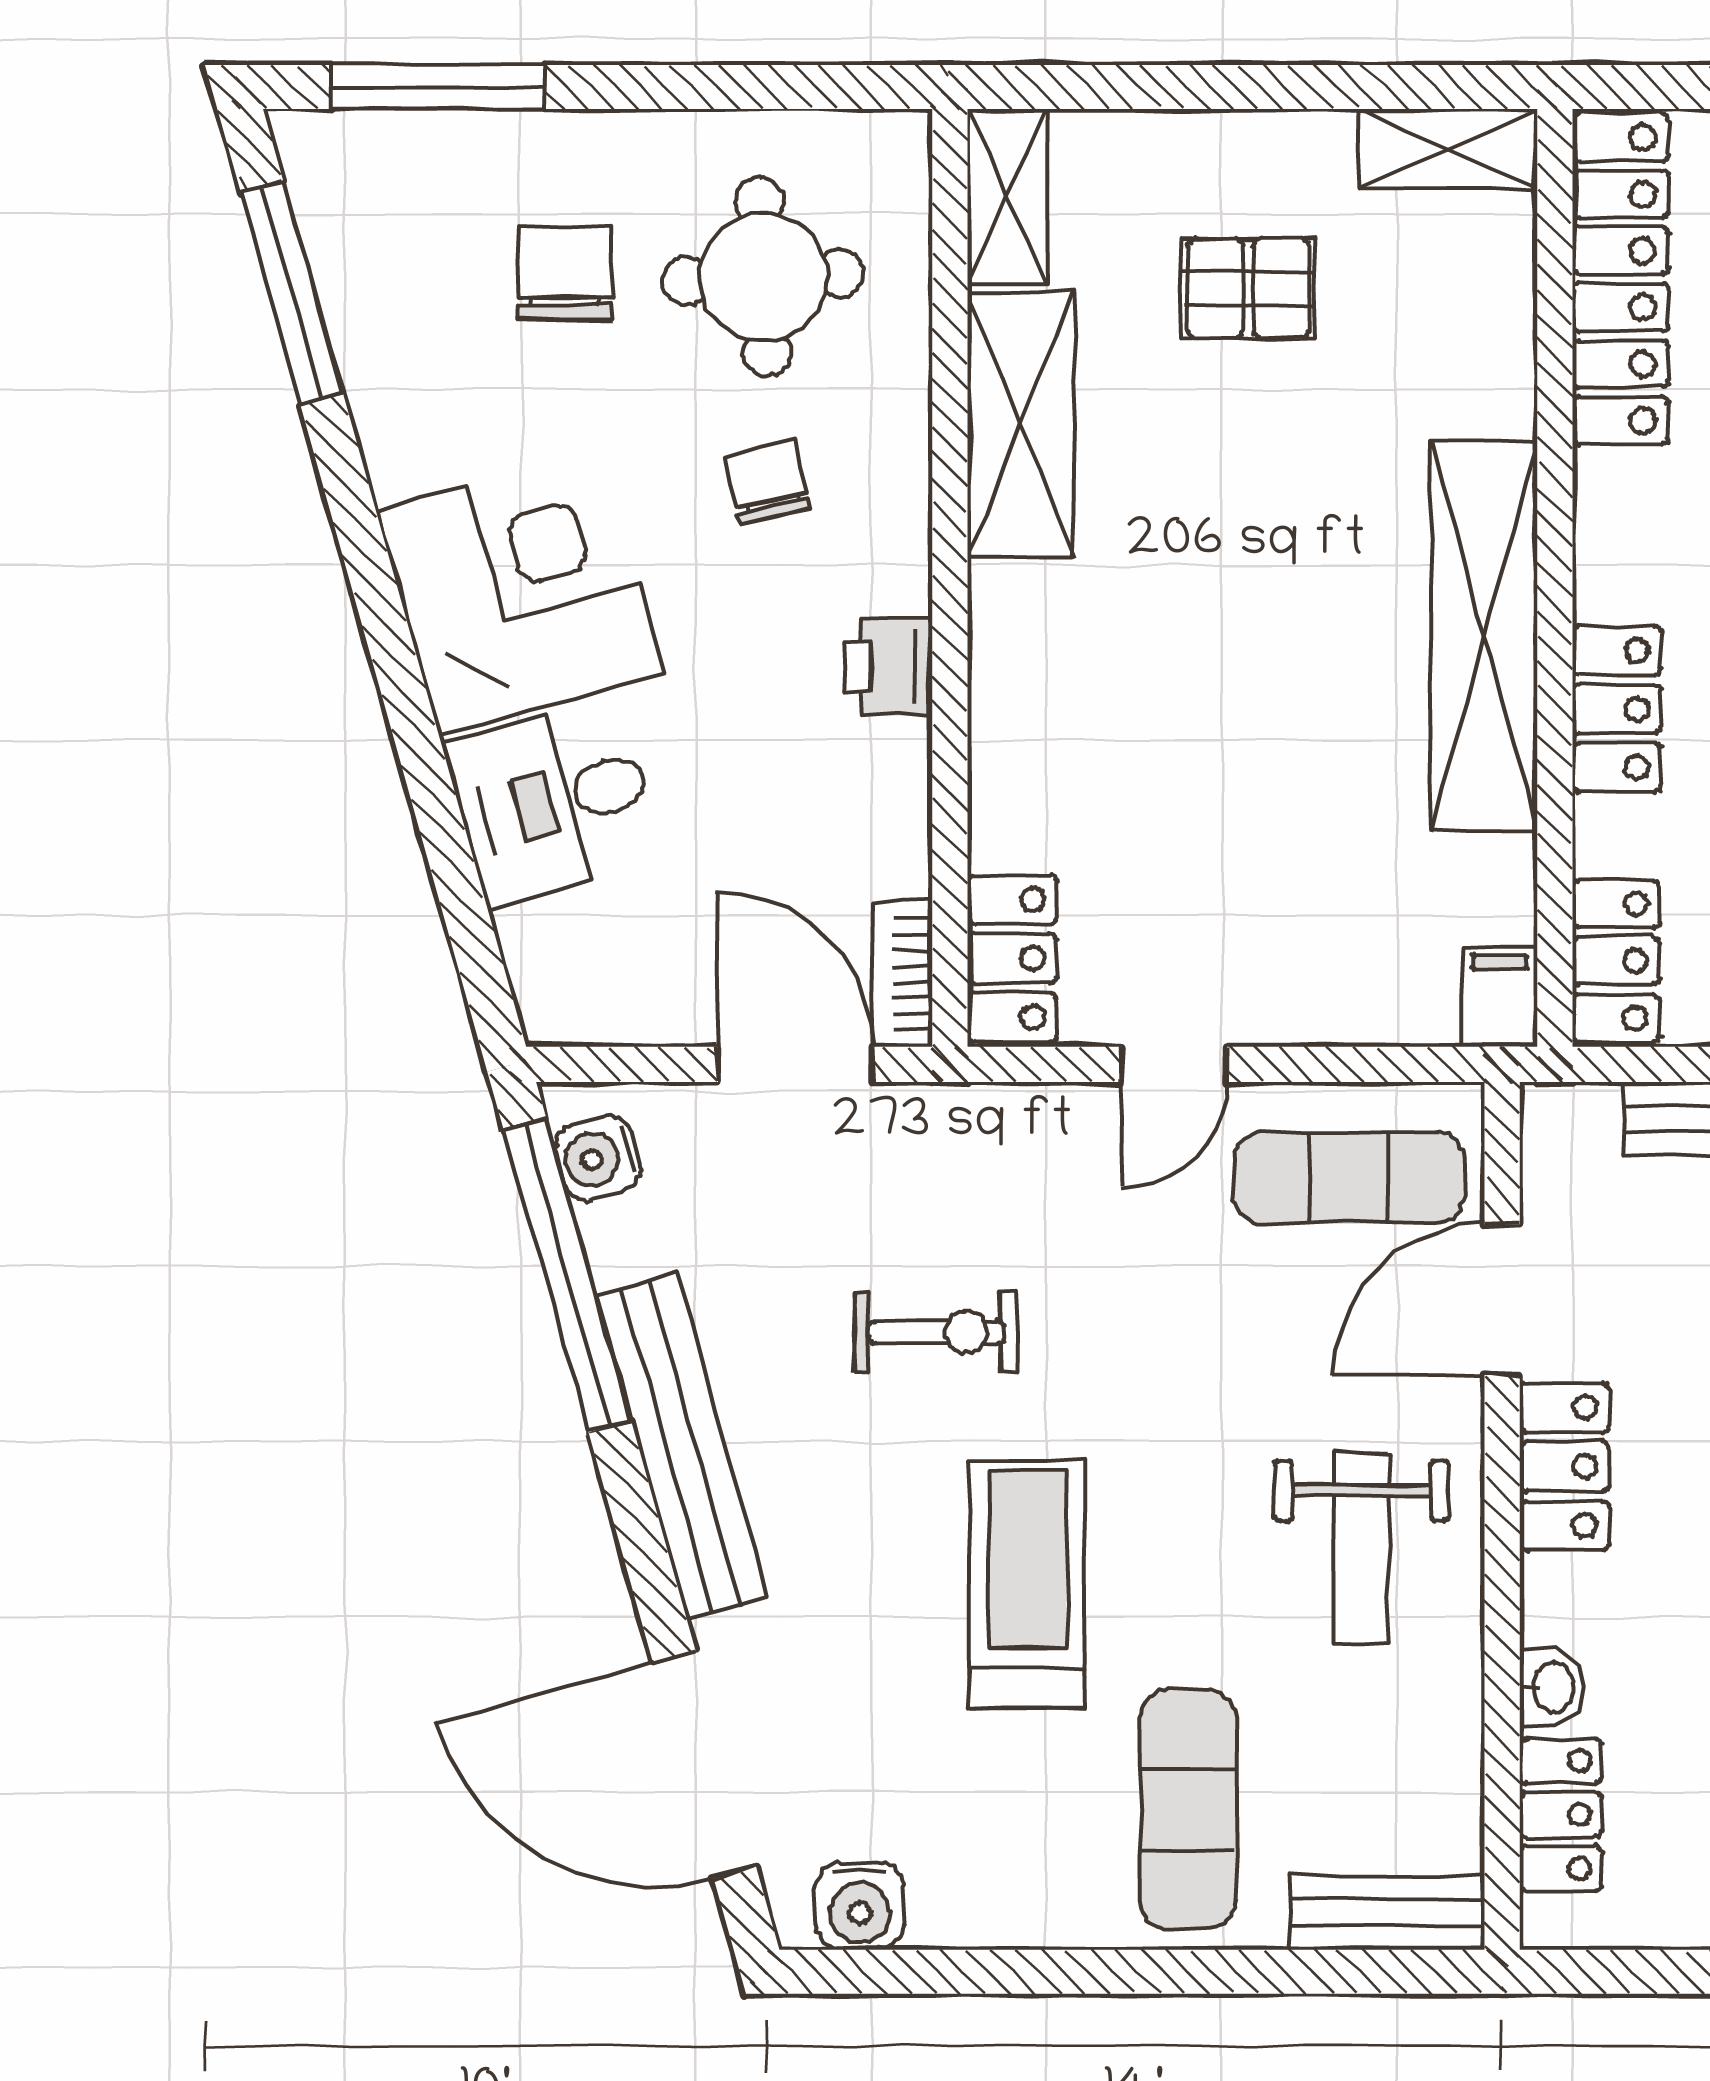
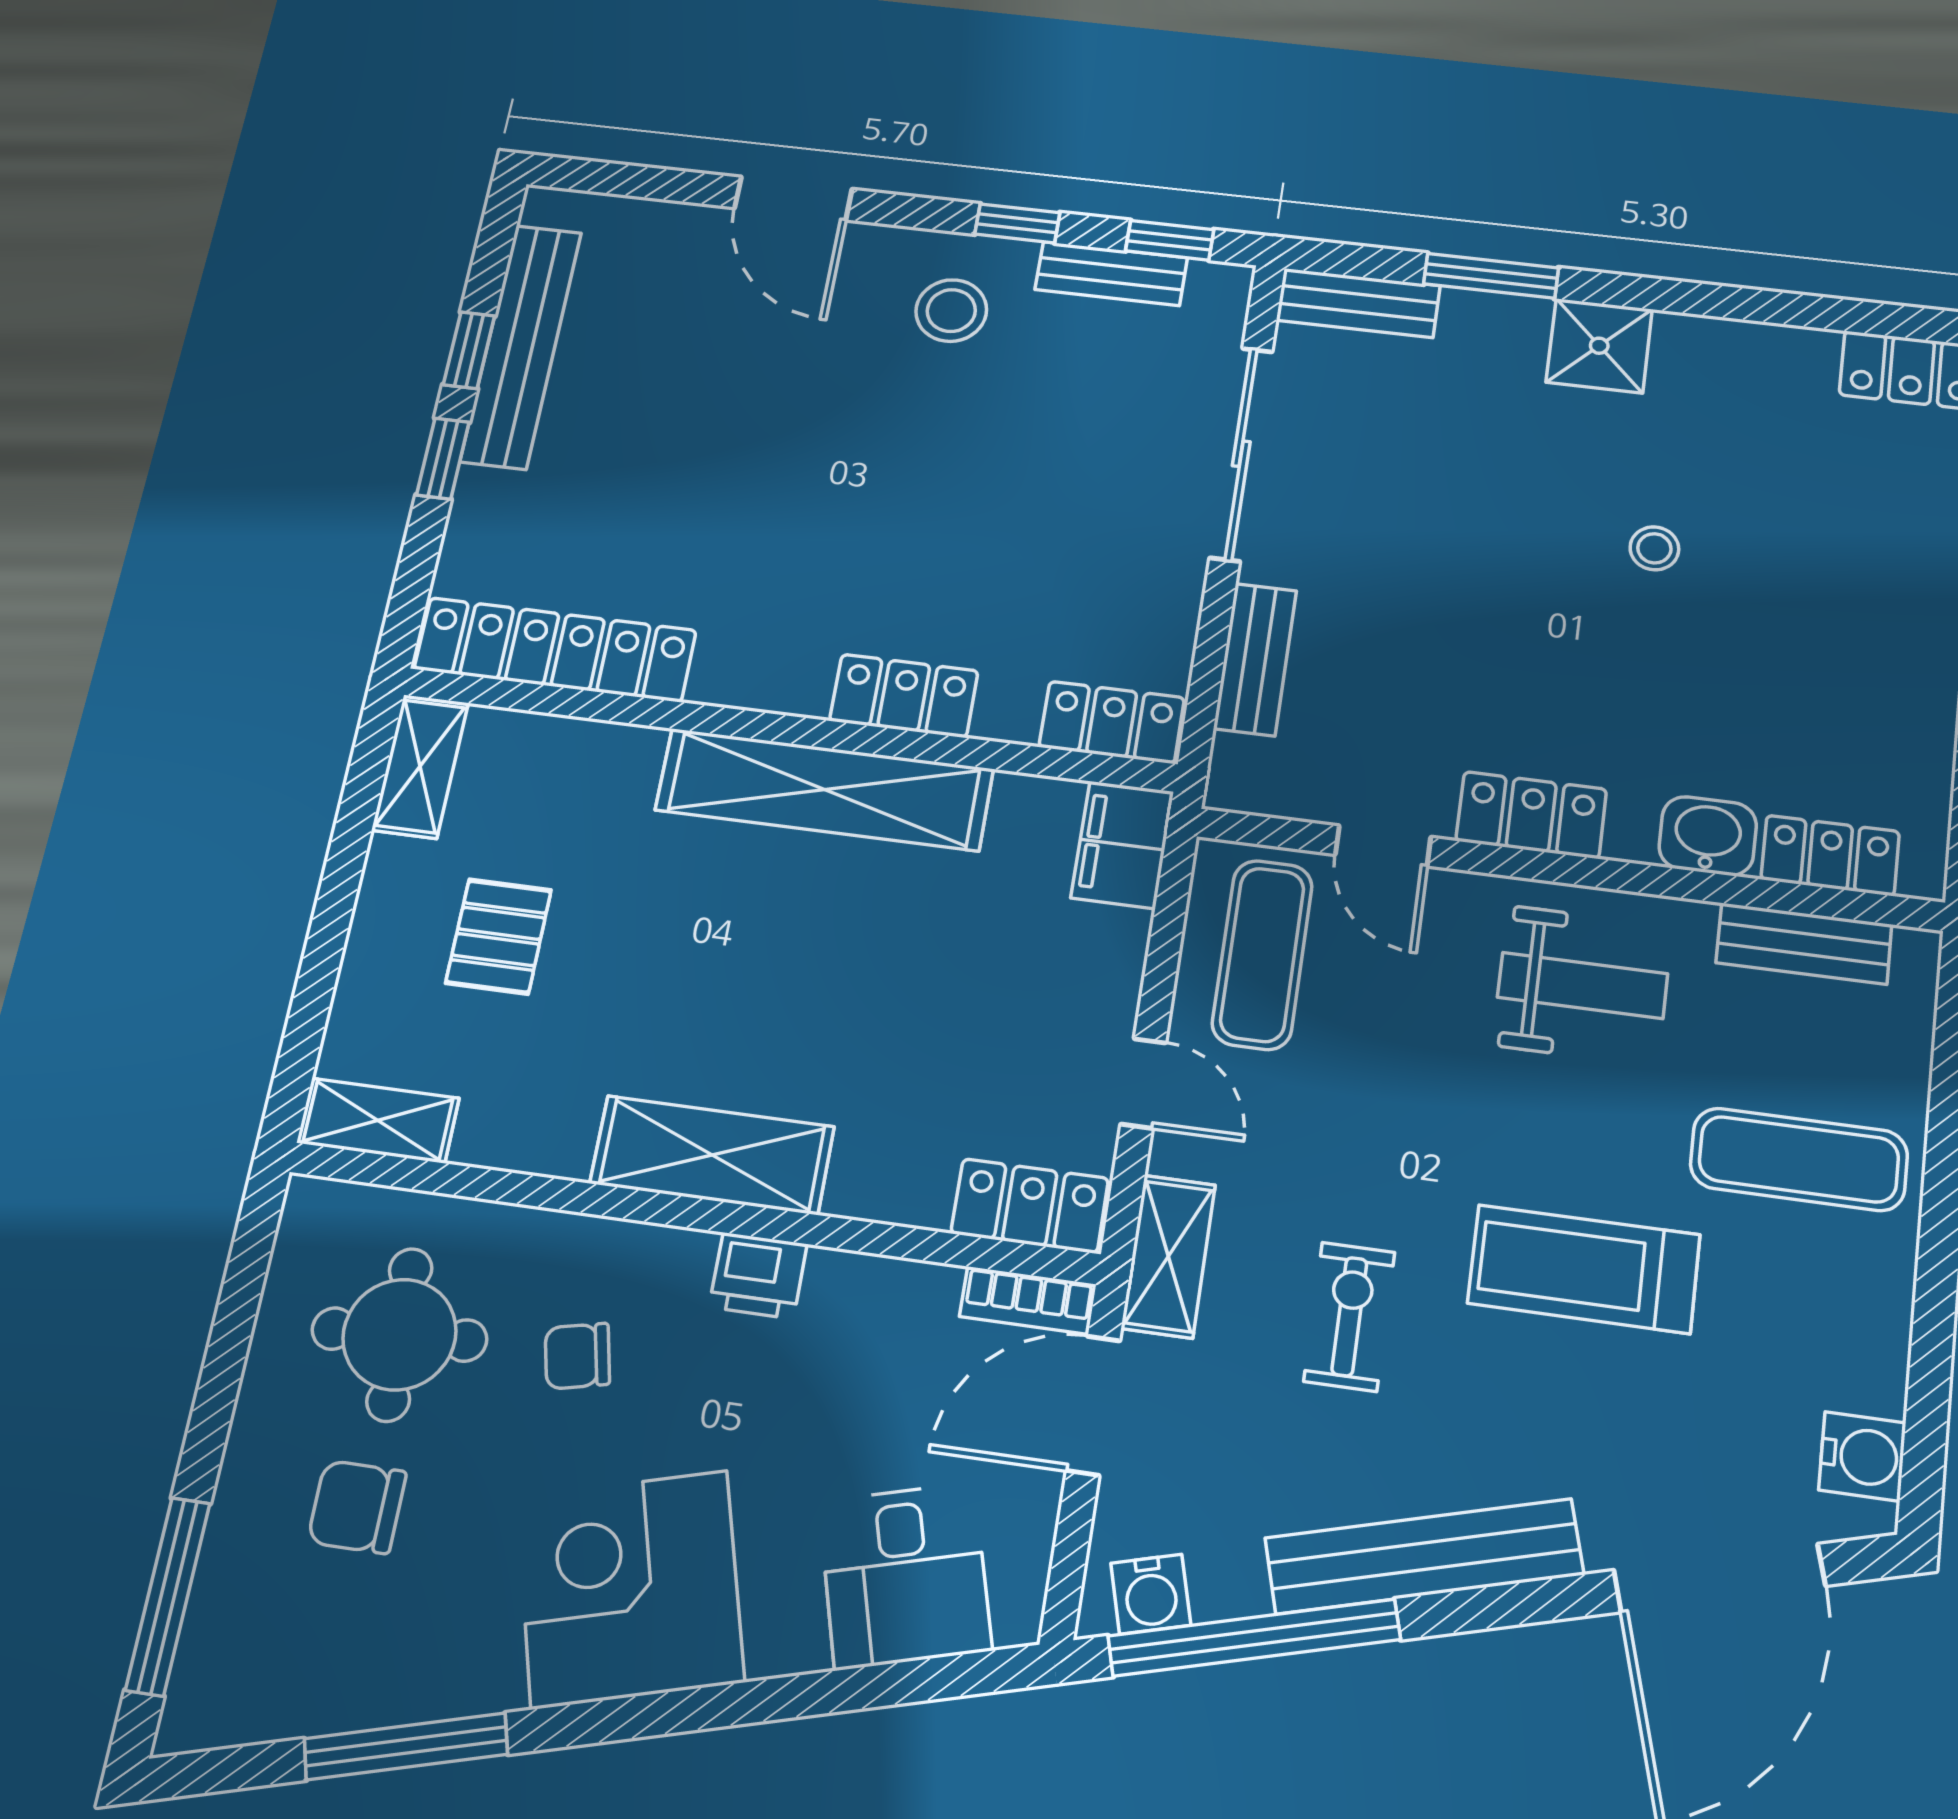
window: (292, 293) -> (406, 1746), moved
shelving: (1021, 425) -> (712, 1155), moved
desk: (554, 801) -> (905, 1576), moved
filing cabinet: (1500, 997) -> (1122, 845), width x2.00
shelving: (976, 1122) -> (1168, 1256), added
door: (1502, 1300) -> (1383, 846), width x0.73
washbasin: (1552, 1687) -> (1708, 836), width x1.38, depth x1.45
bench: (1387, 1913) -> (1804, 944), moved, turned 90

